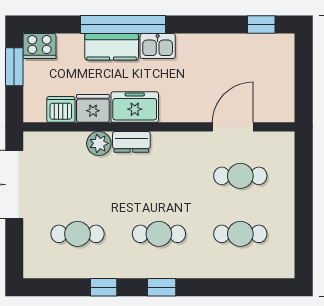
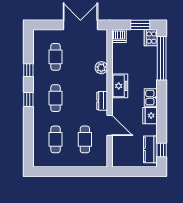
window: (123, 25) -> (162, 58), moved
kitchen counter: (112, 47) -> (150, 149), moved
fridge: (93, 108) -> (150, 116), moved, turned 180
dishwasher: (61, 109) -> (119, 36), moved, turned 90
door: (233, 127) -> (110, 125), moved
dresser: (131, 142) -> (102, 101), moved

